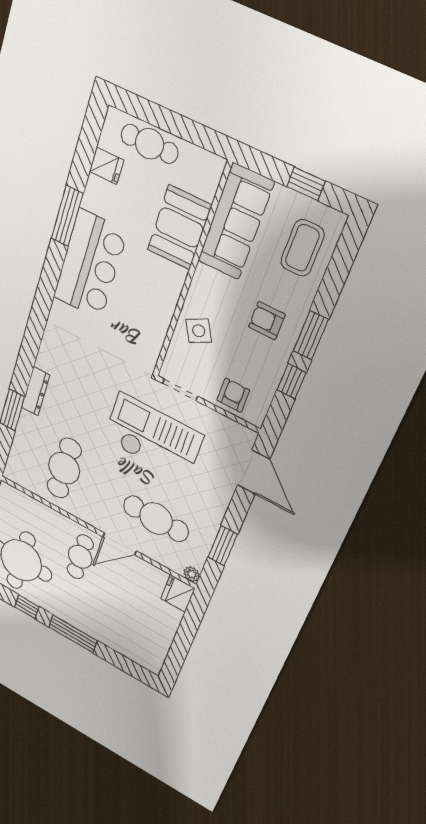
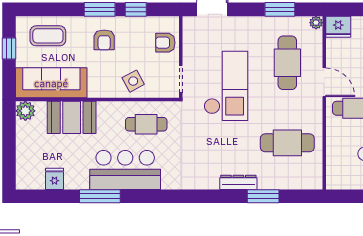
cafe table: (150, 144) -> (146, 124), moved, turned 90
plant: (210, 167) -> (25, 111), added
checkout: (153, 437) -> (226, 86), turned 180

